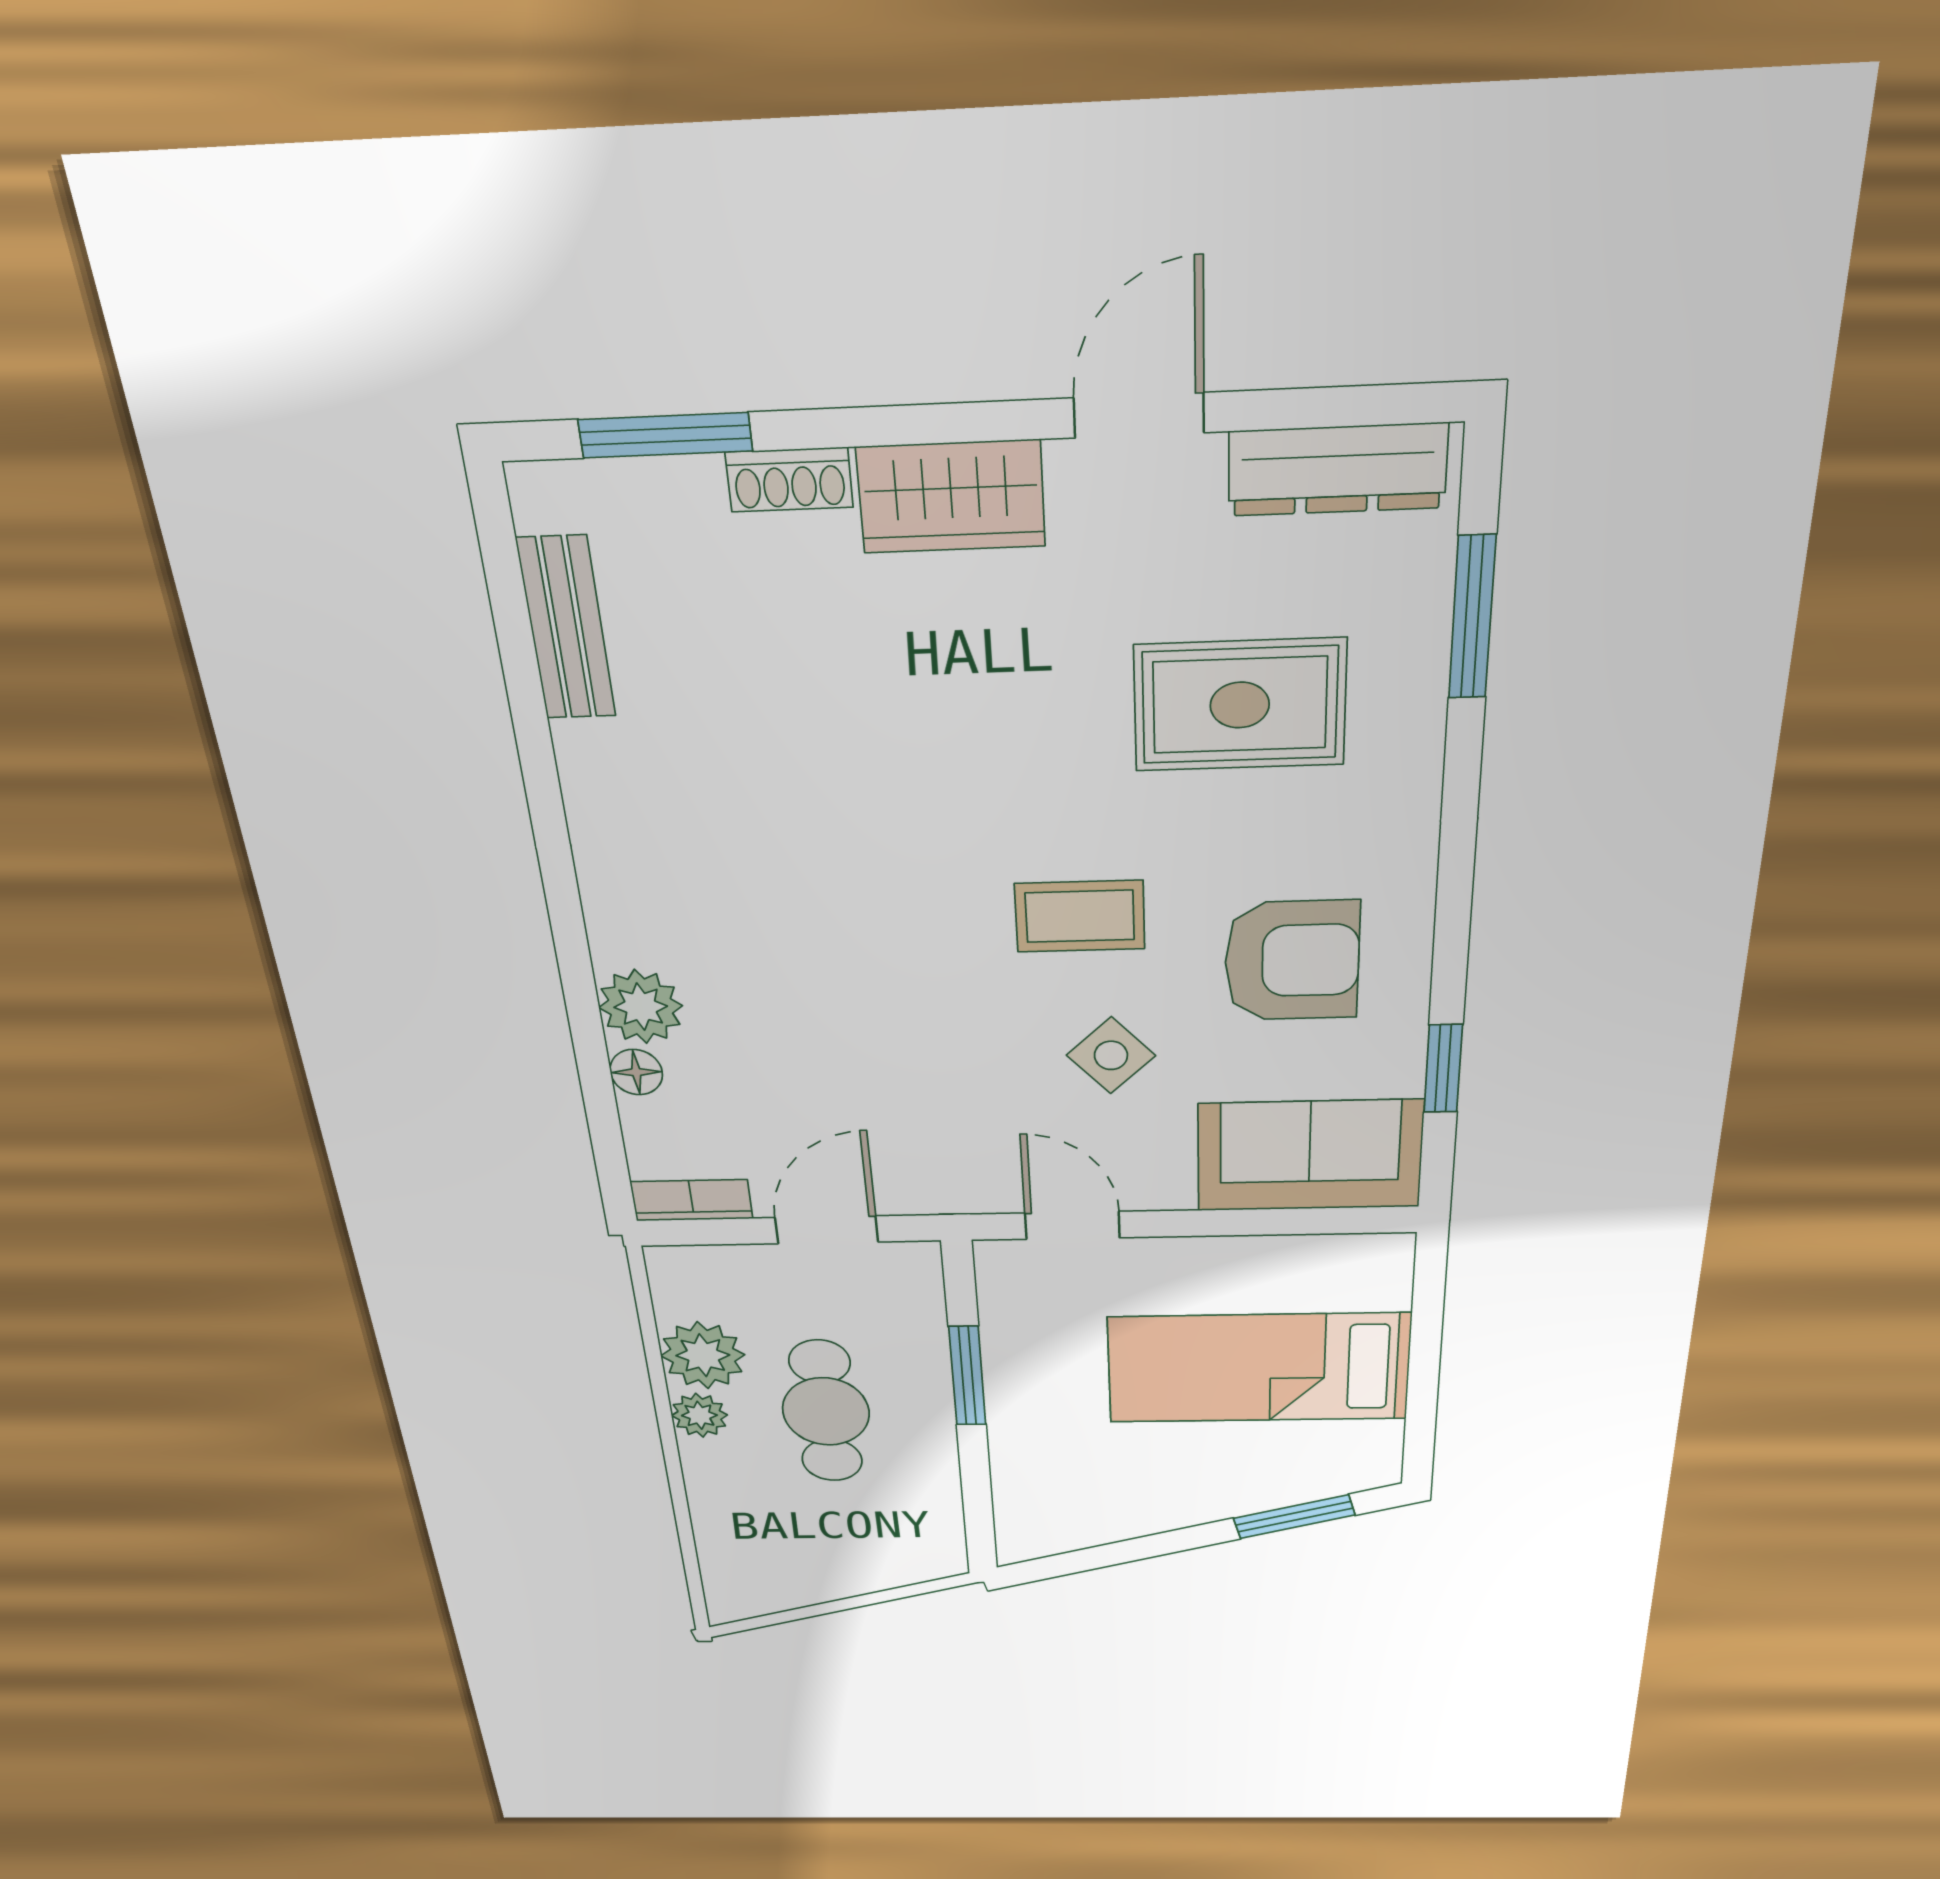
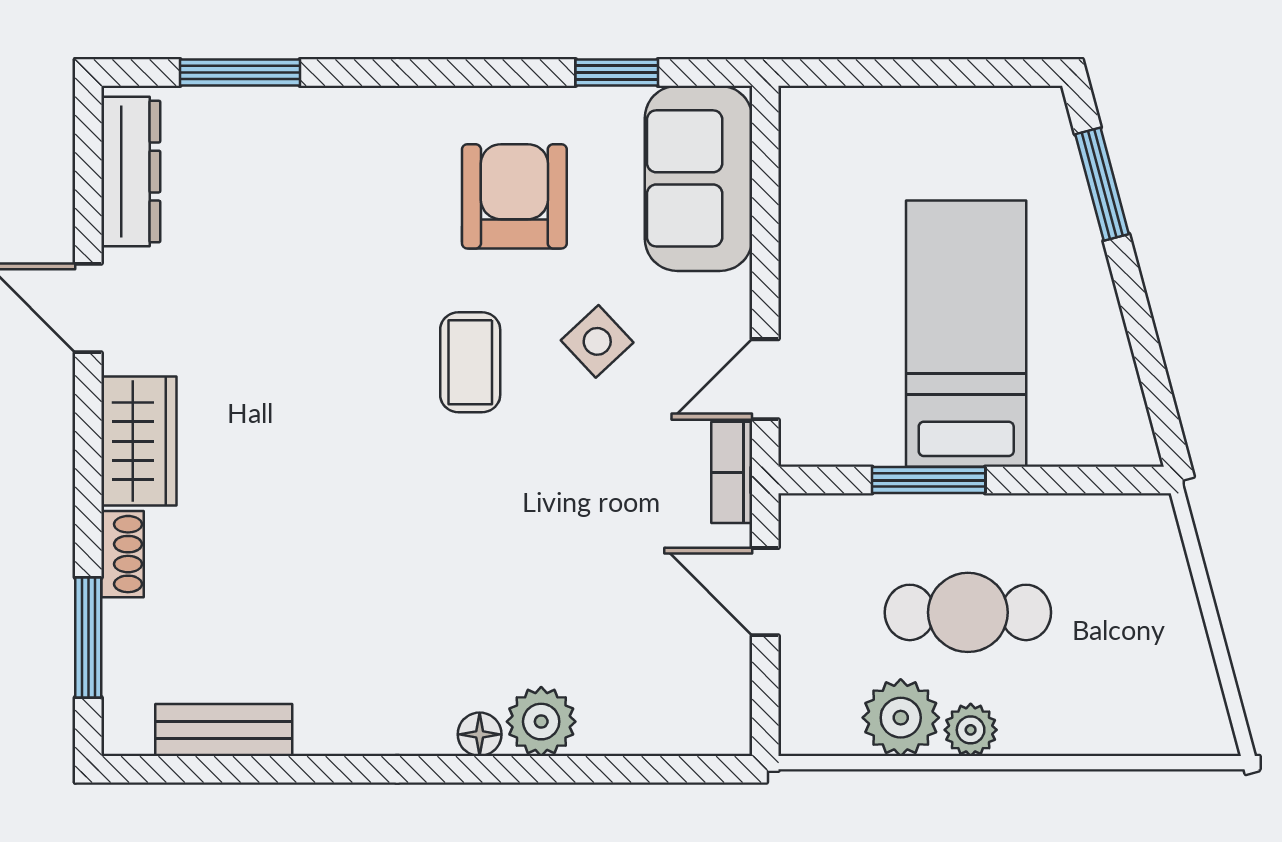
rug: (1240, 705) -> (300, 238), removed
floor lamp: (636, 1072) -> (480, 734), moved
bookcase: (692, 1200) -> (732, 472), moved
bed: (1258, 1368) -> (966, 334), moved, turned 180

